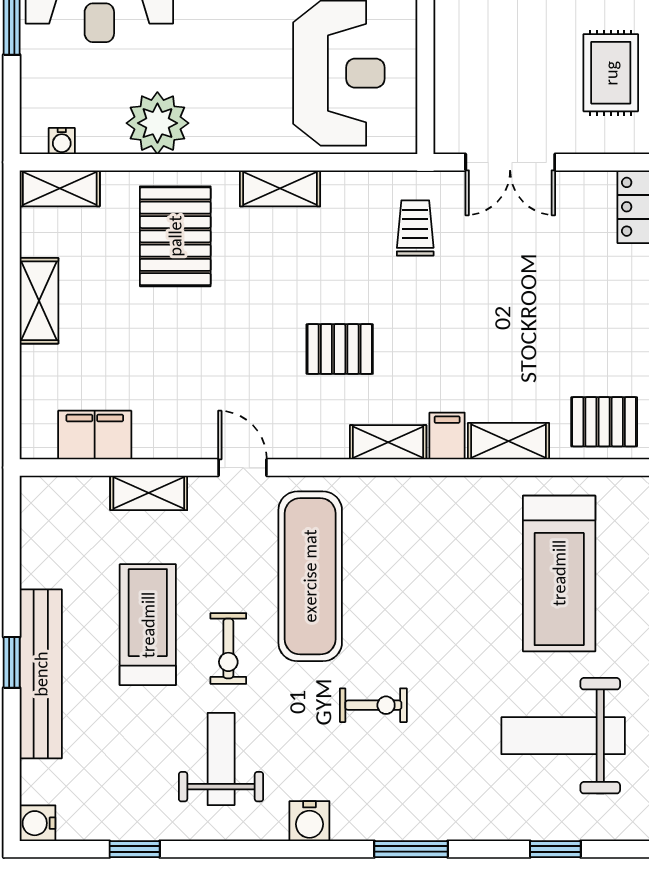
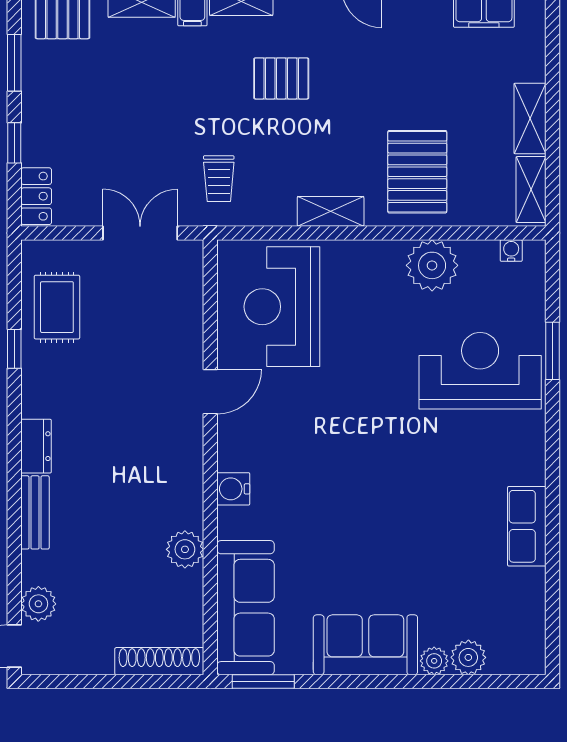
shelving: (60, 188) -> (531, 190), moved, turned 90

